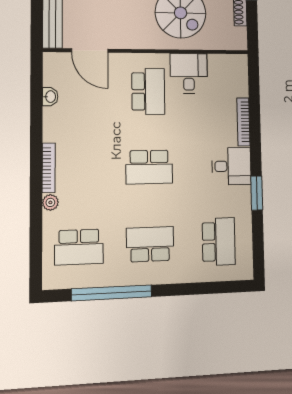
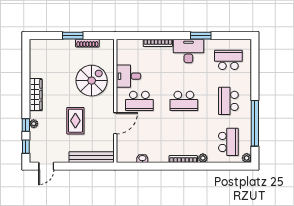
door: (90, 51) -> (115, 123), moved
school desk: (148, 91) -> (139, 101), turned 180
desk: (231, 166) -> (188, 51), width x1.37
school desk: (149, 167) -> (184, 101), turned 90
plant: (50, 281) -> (247, 158), added

